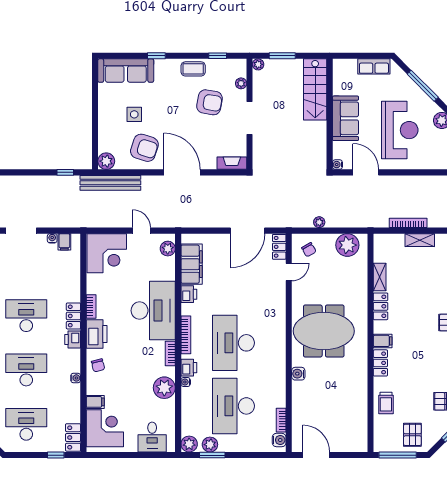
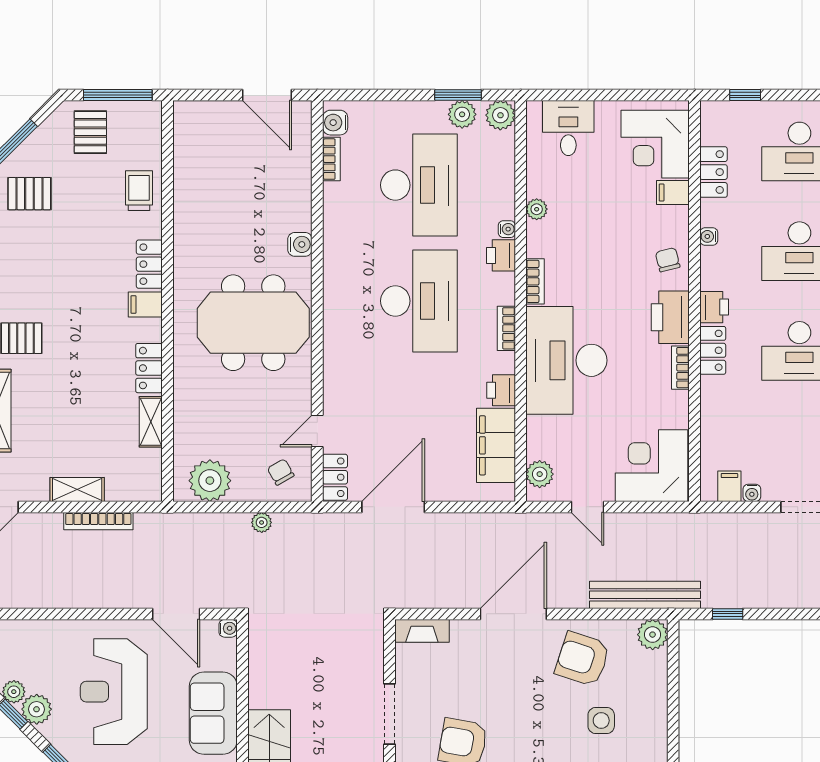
door: (182, 172) -> (513, 614), swing flipped
bookcase: (186, 335) -> (506, 328), width x0.64
plant: (164, 388) -> (537, 209), width x0.53, depth x0.53
locker: (73, 437) -> (713, 172), moved

